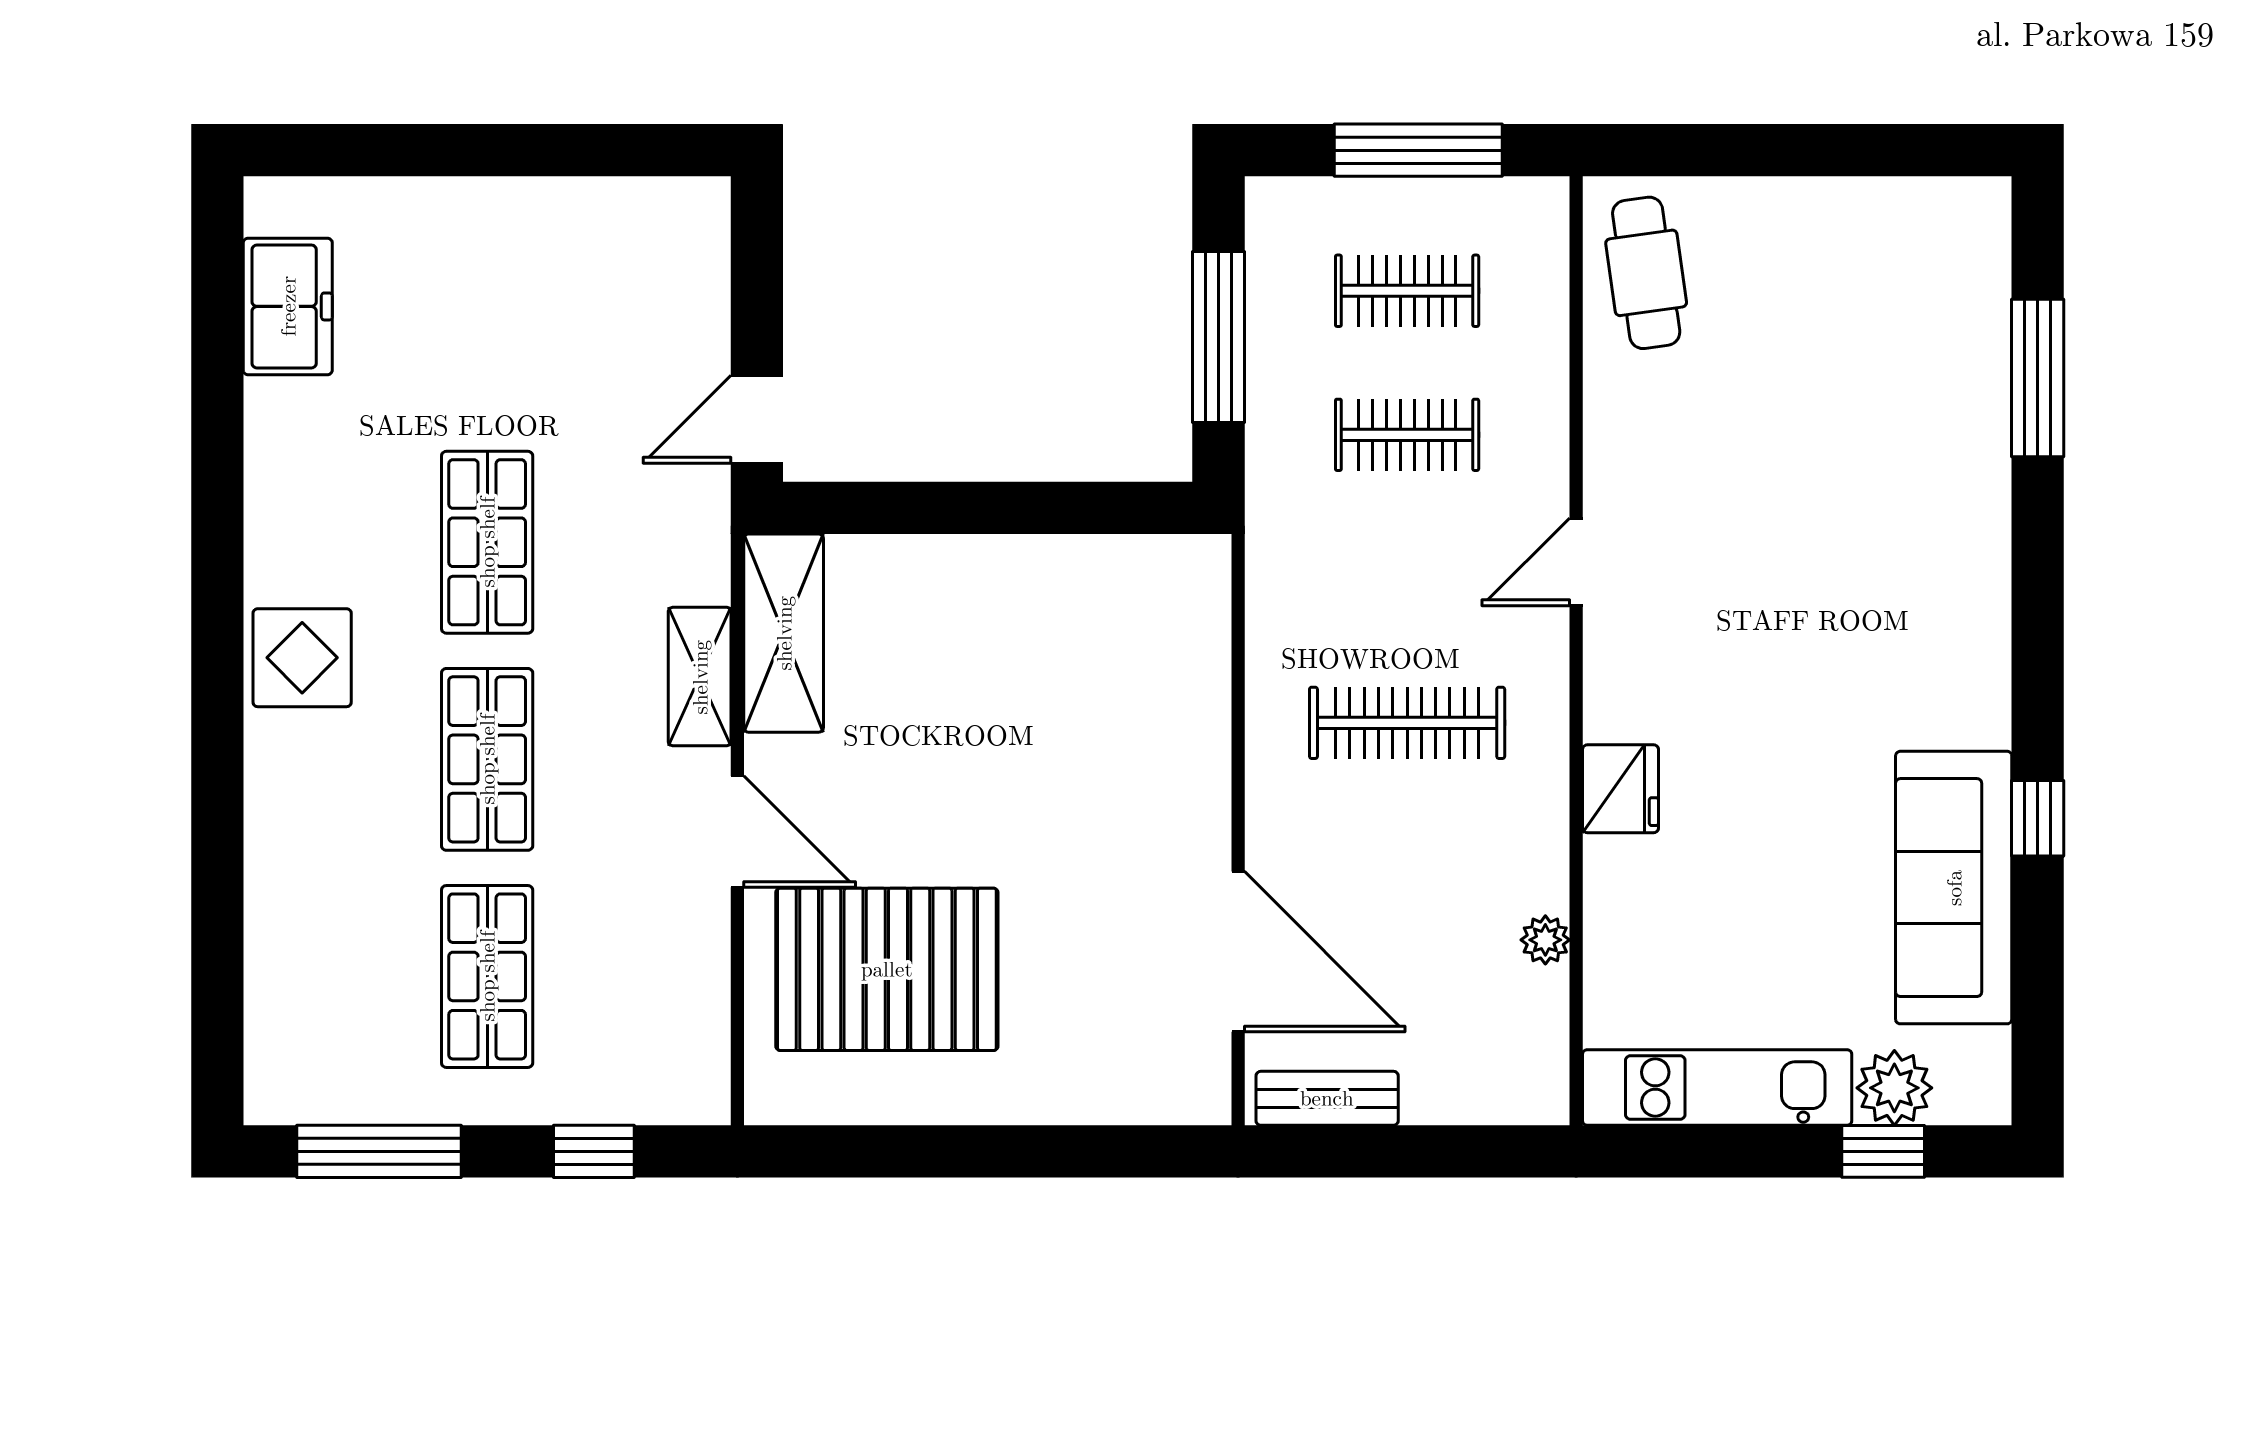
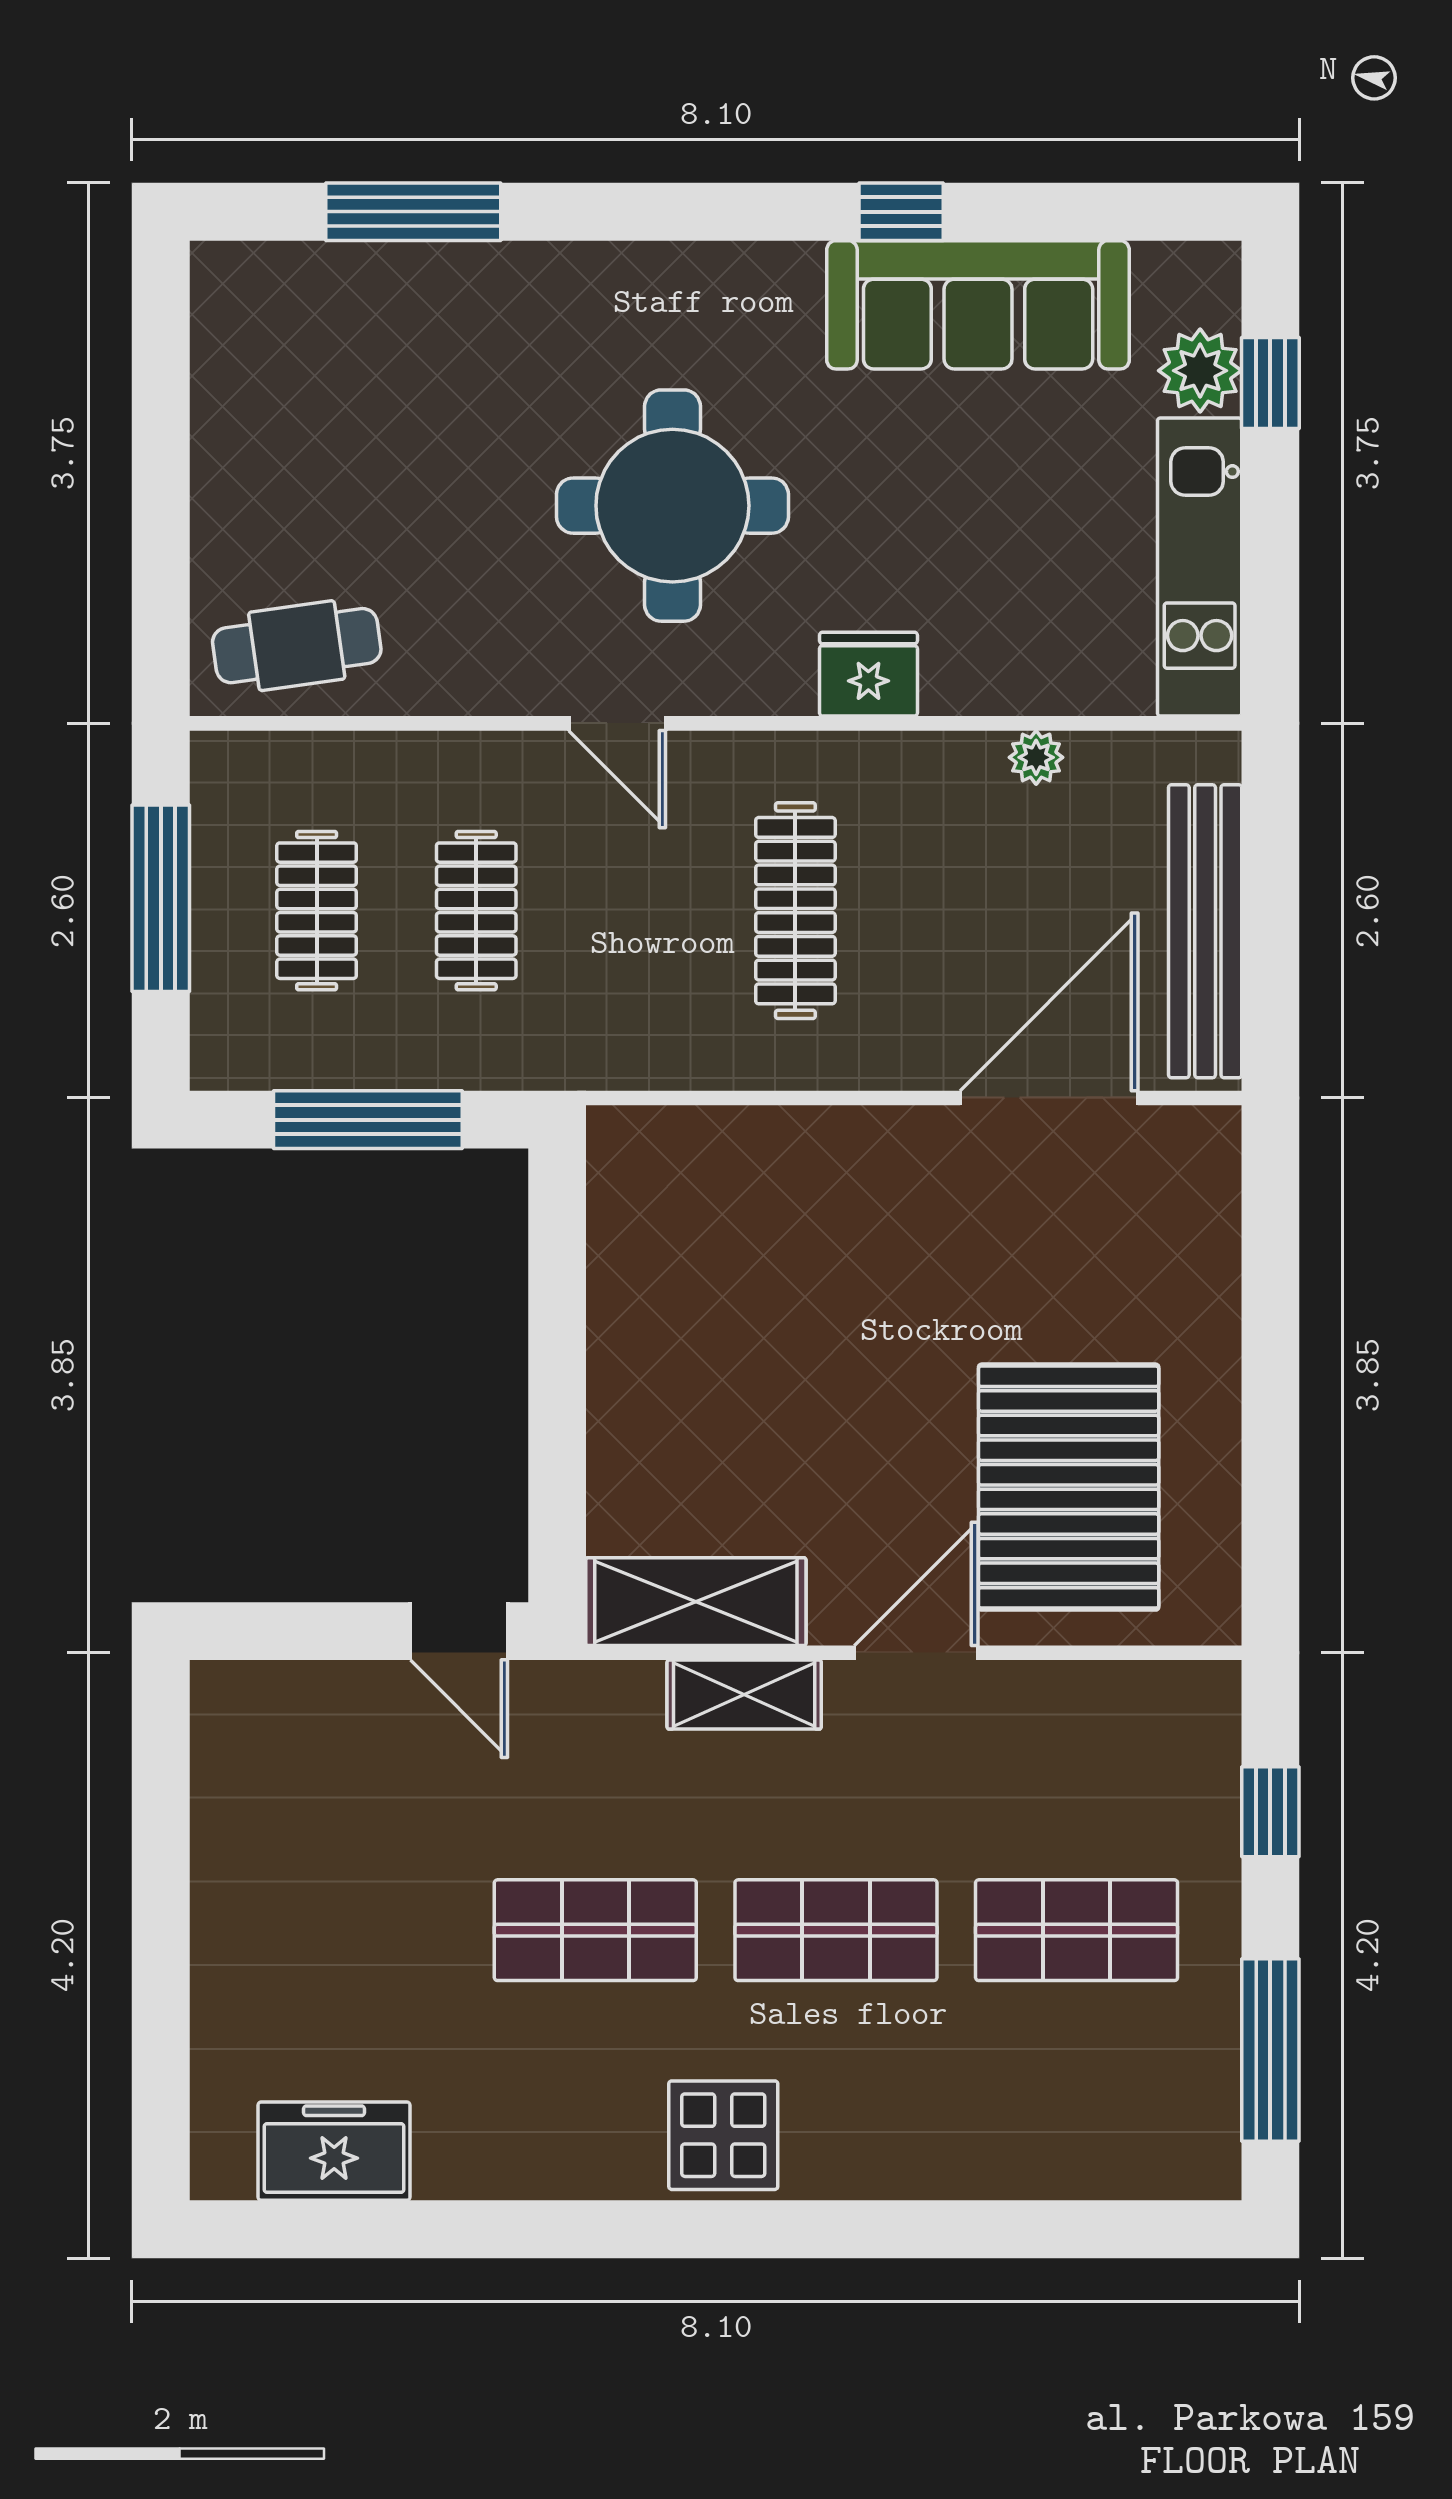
round table: (1773, 612) -> (672, 506), added
bench: (1327, 1098) -> (1205, 931), width x1.86, depth x1.21

